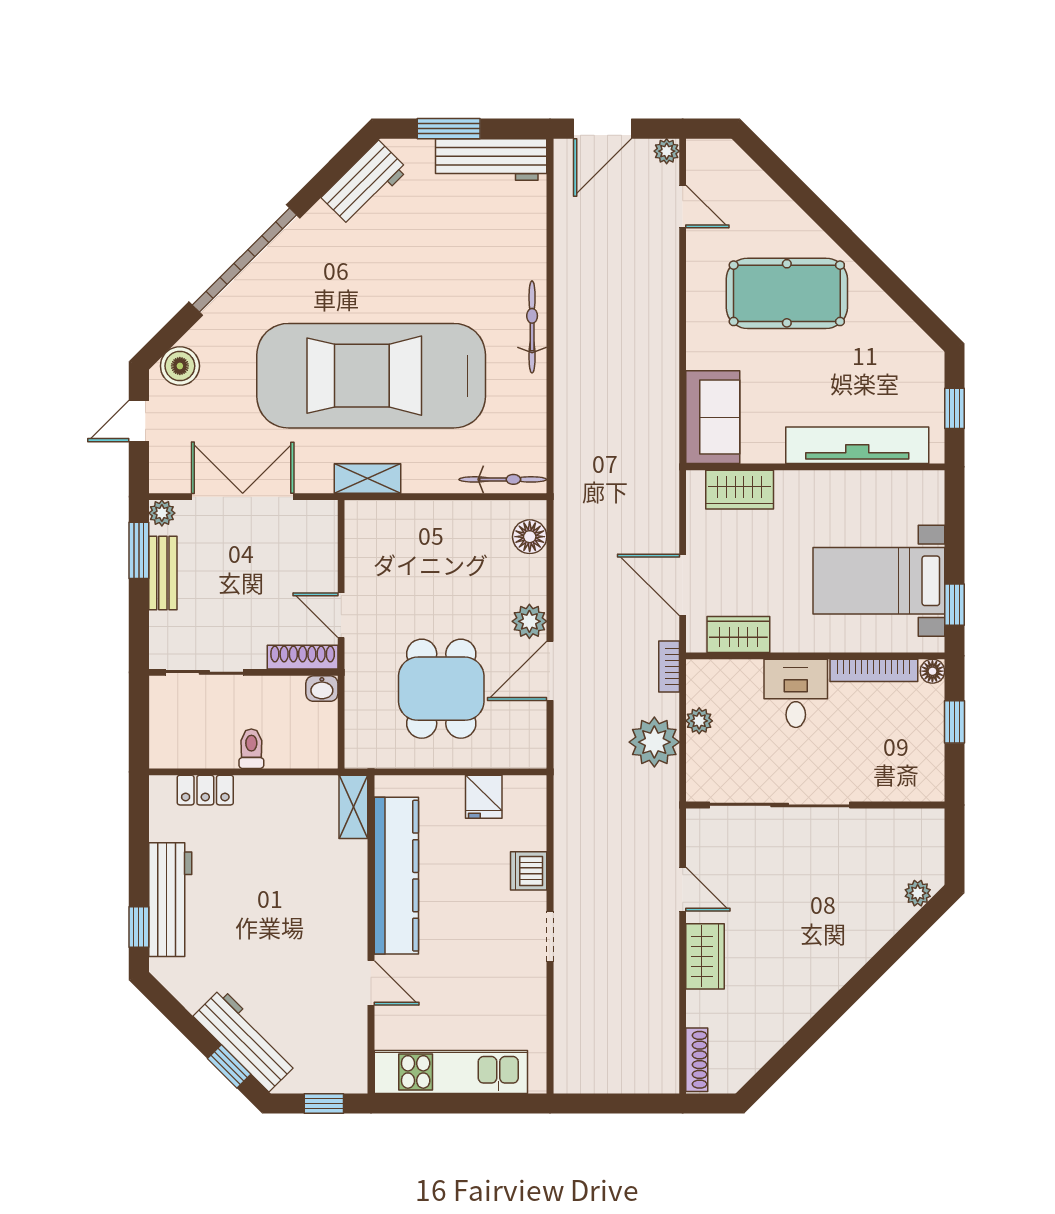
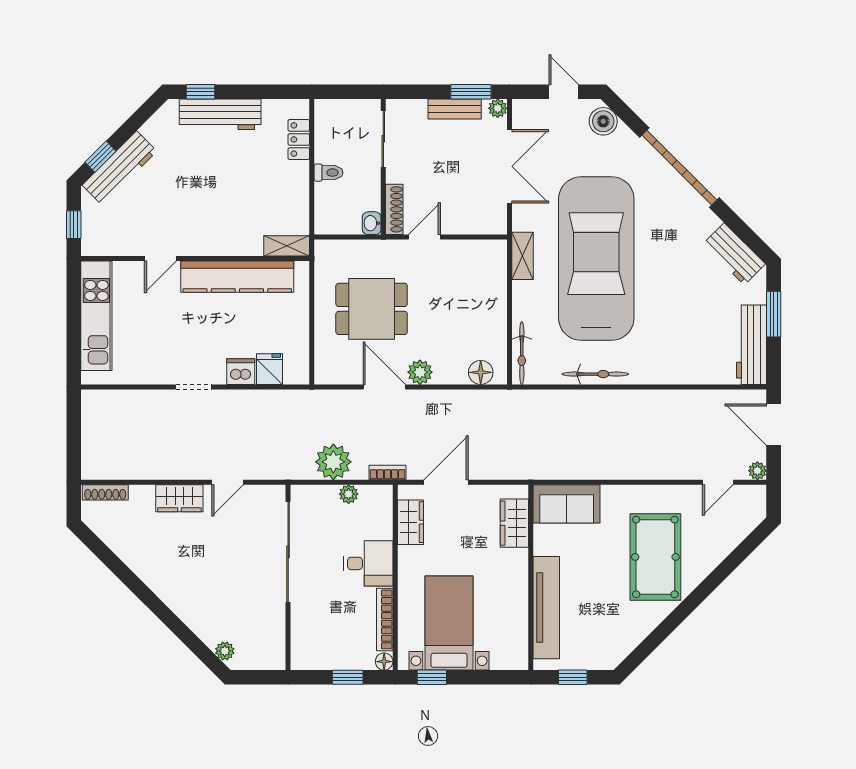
bicycle: (532, 327) -> (595, 374), moved
fridge: (484, 797) -> (270, 369), moved, turned 90

